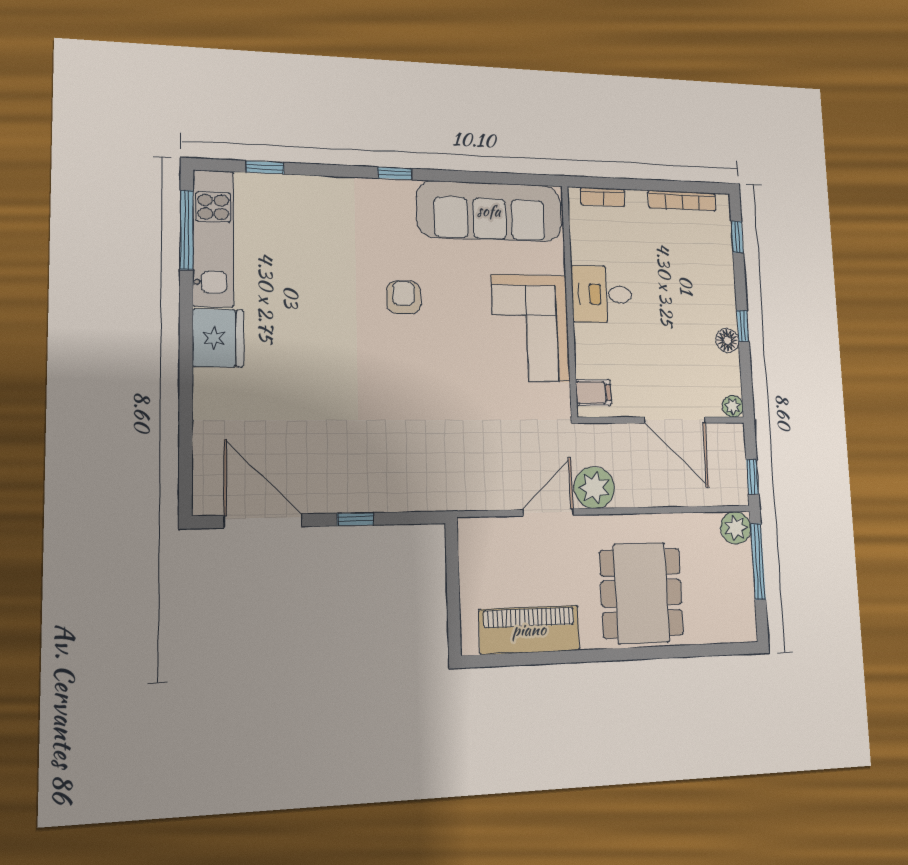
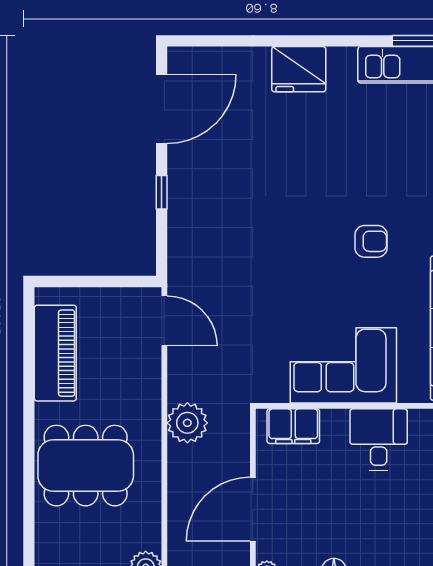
fridge: (218, 338) -> (299, 69), moved
filing cabinet: (593, 392) -> (293, 426), width x2.00
door: (548, 512) -> (164, 321), moved

